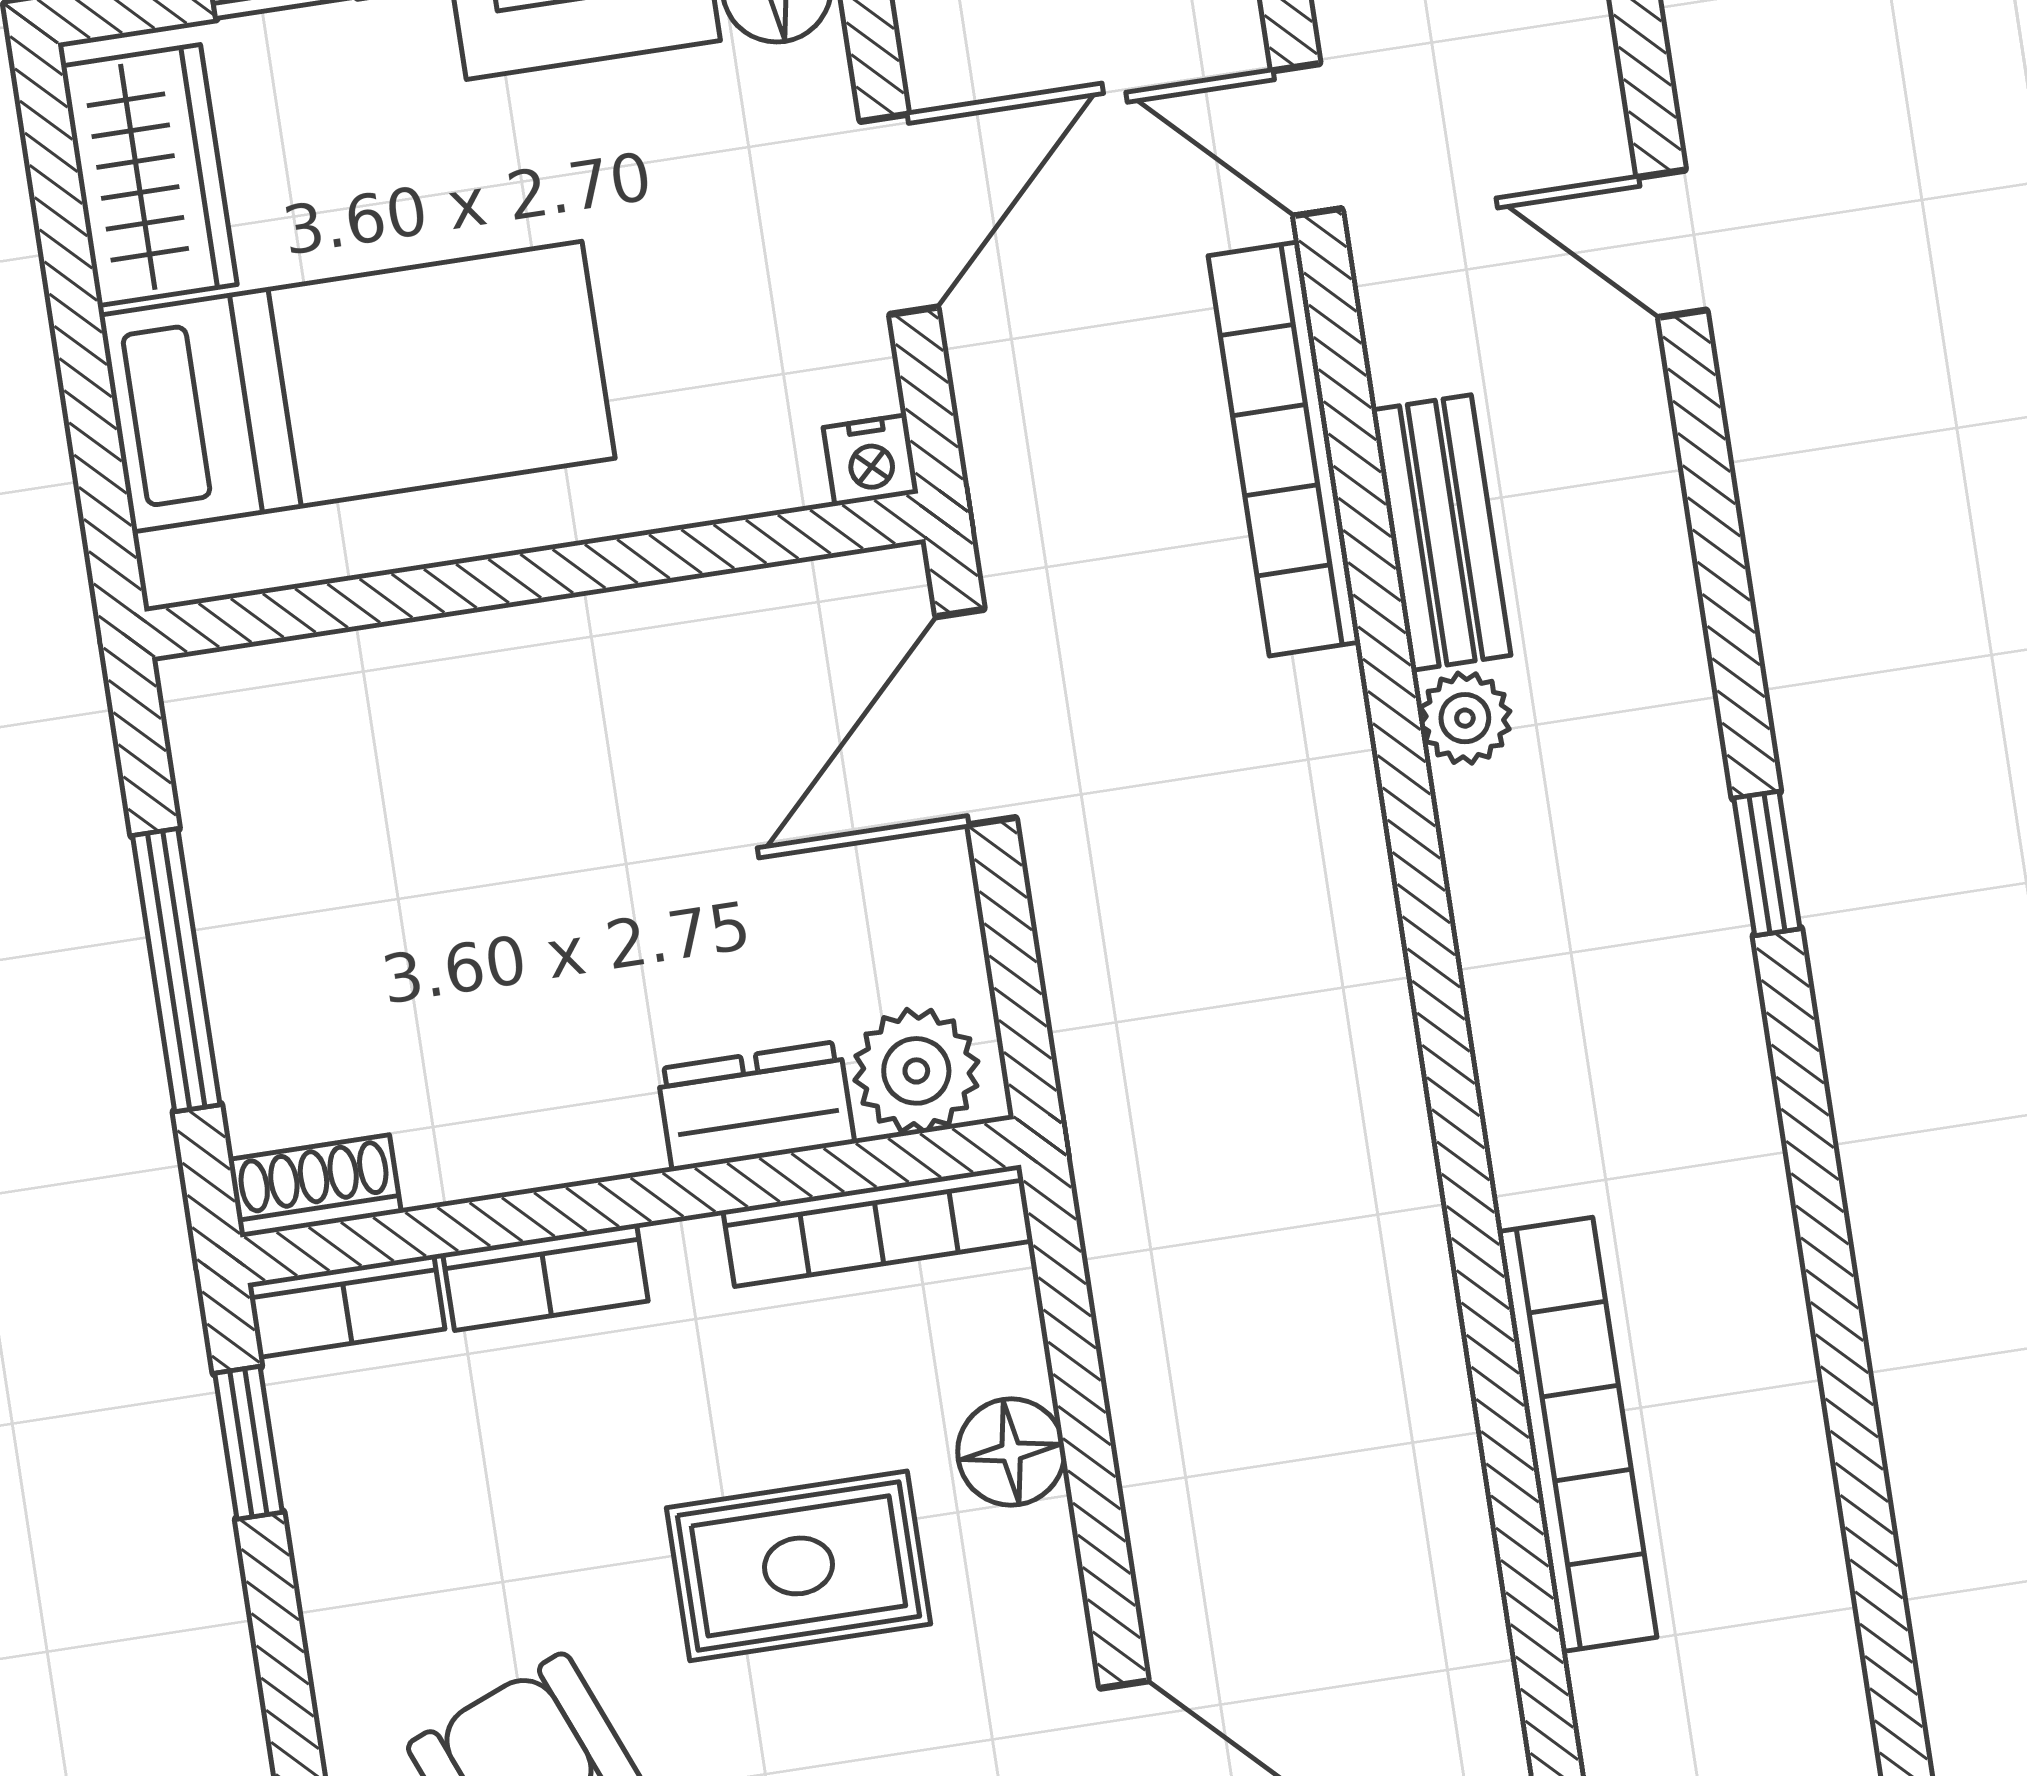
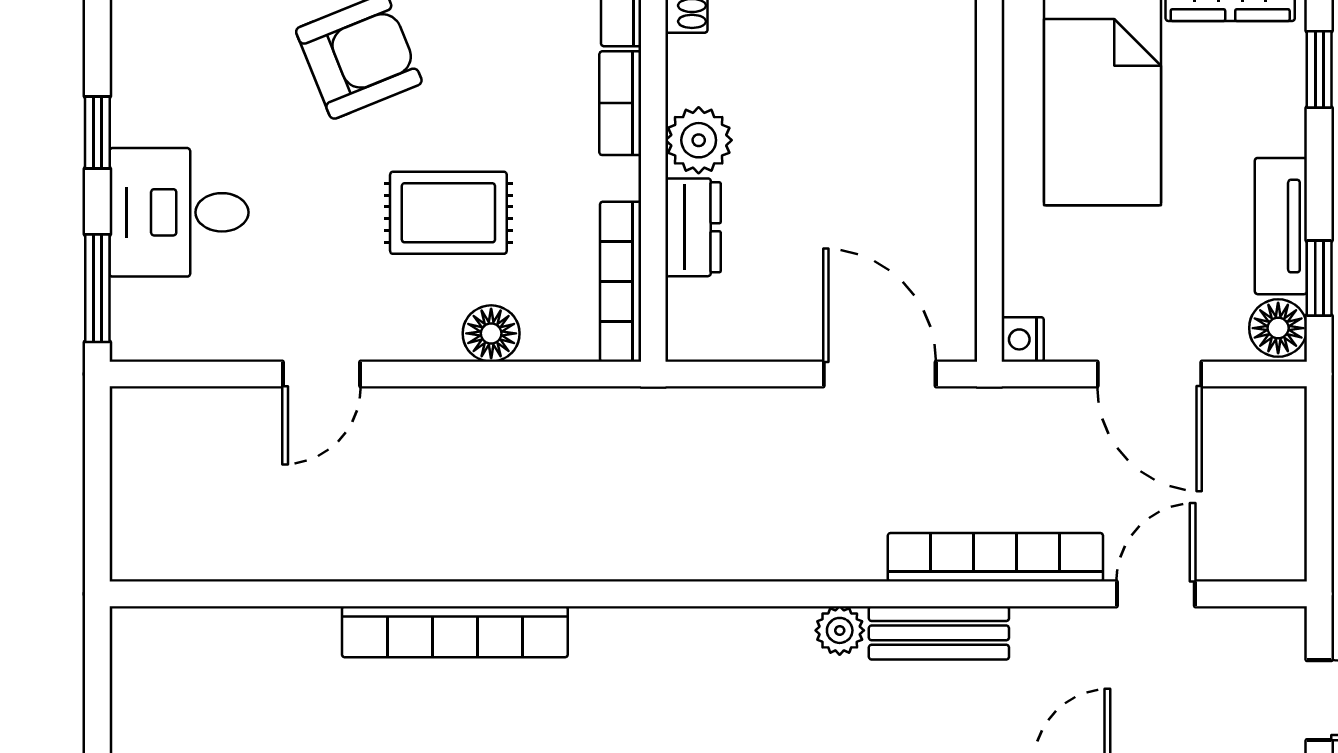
plant: (916, 1071) -> (699, 140), moved
rug: (798, 1566) -> (448, 213), turned 90

